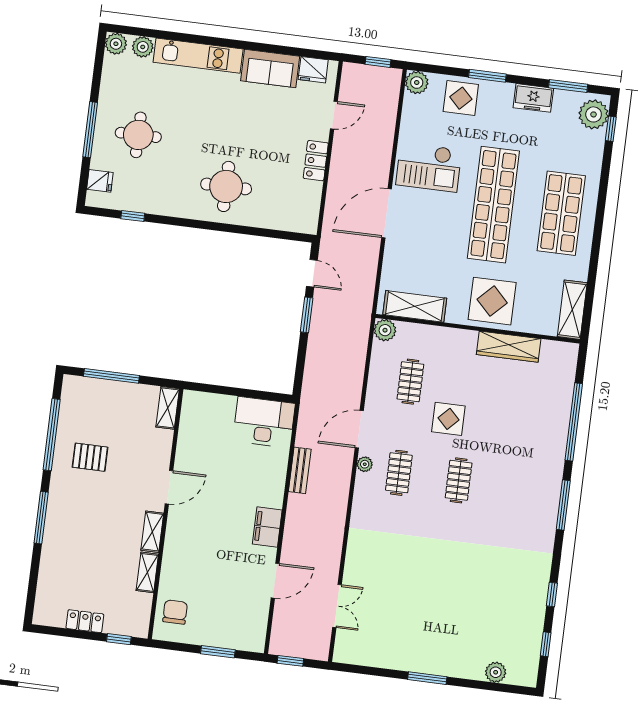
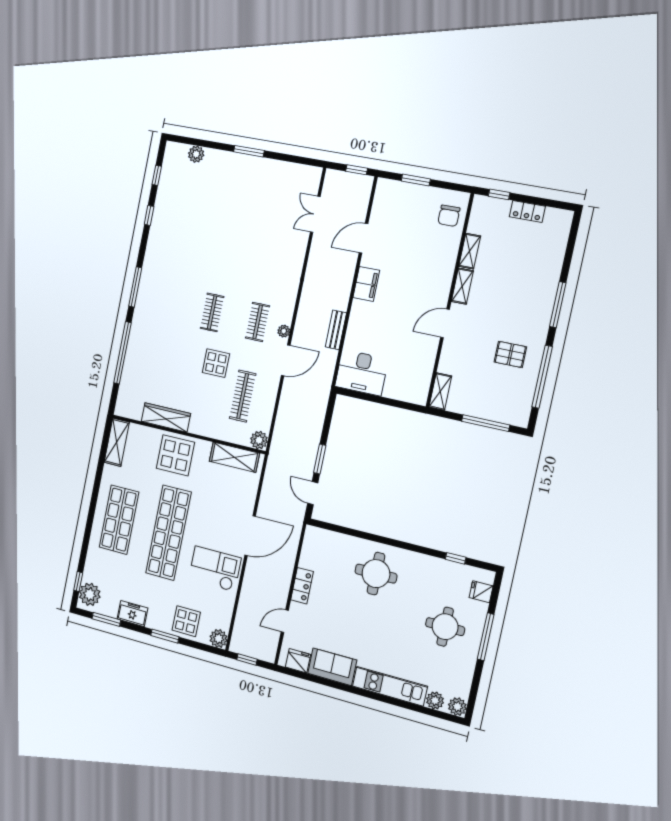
clothes rail: (410, 382) -> (243, 396), width x1.36

